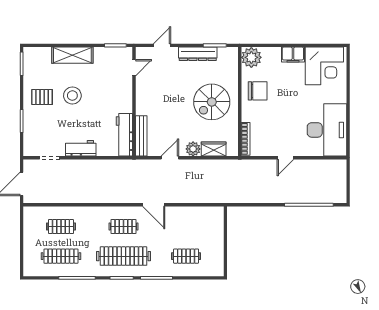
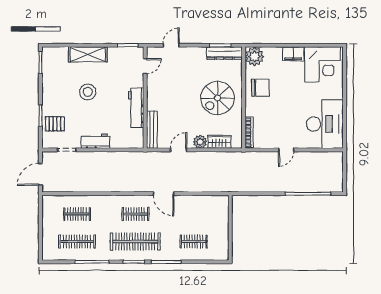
dresser: (198, 54) -> (224, 53), moved
pallet: (42, 97) -> (55, 124), moved
workbench: (124, 135) -> (136, 108), moved

